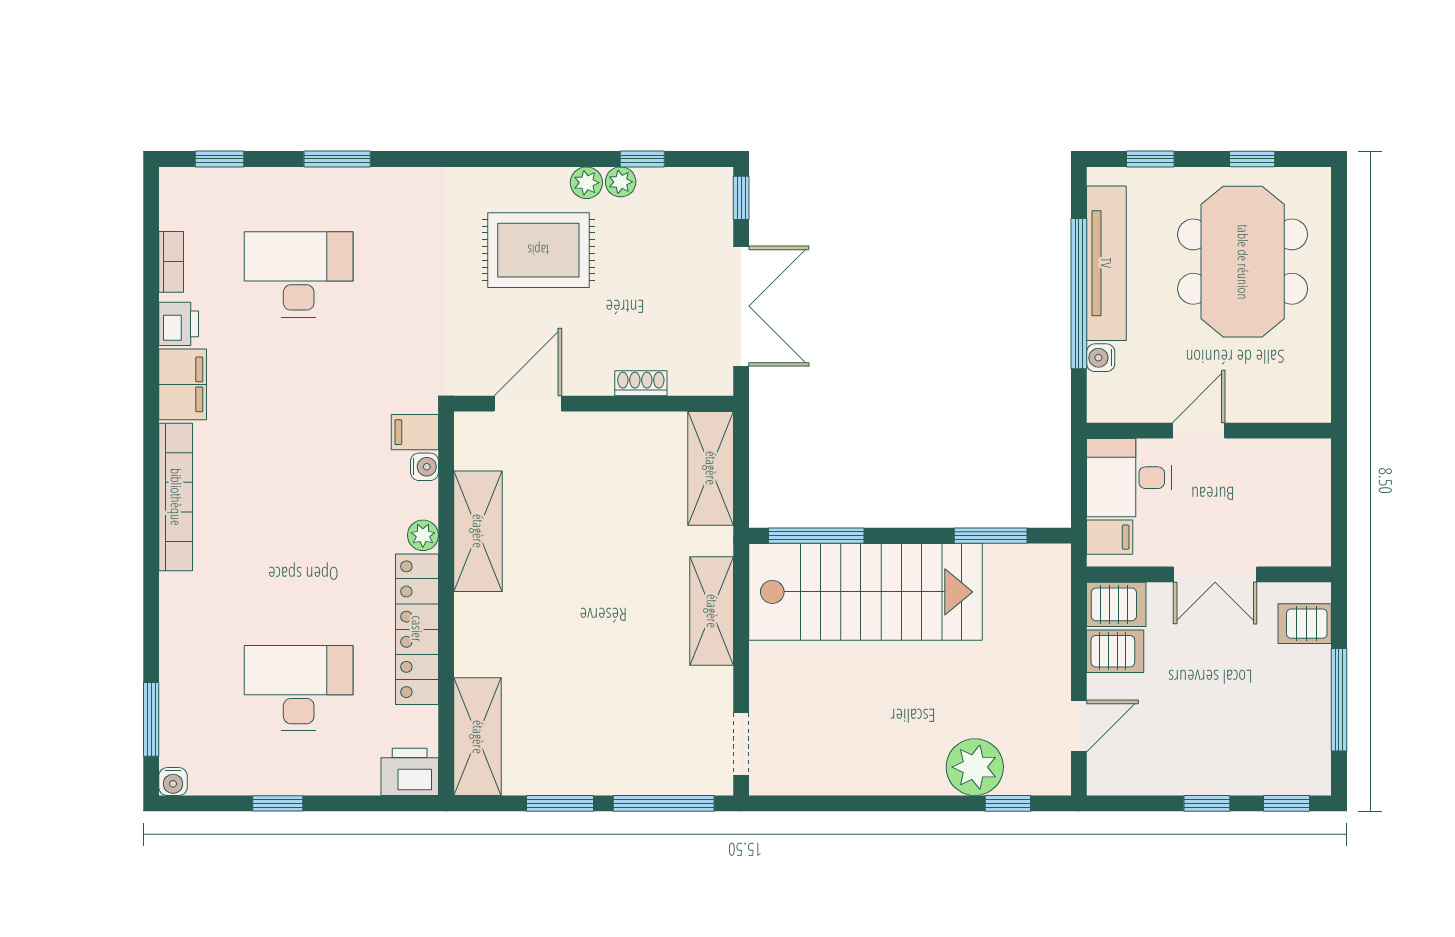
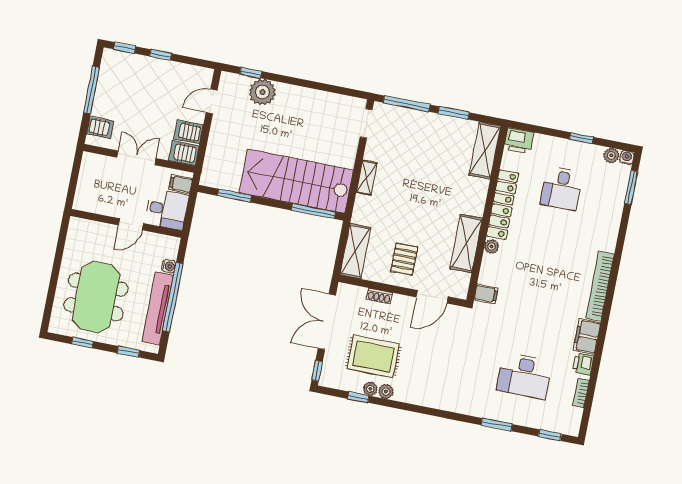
rug: (538, 250) -> (373, 356), moved
water cooler: (425, 467) -> (485, 277), removed
pallet: (603, 472) -> (404, 259), added
shelving: (712, 611) -> (367, 178), width x0.67, depth x0.75
desk: (299, 688) -> (561, 189), width x0.73
plant: (207, 779) -> (611, 155), added

